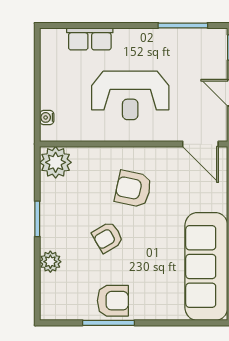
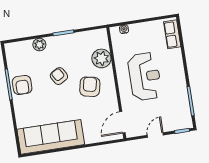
row of seats: (90, 39) -> (172, 34), moved
reception desk: (130, 95) -> (145, 76), turned 180
plant: (56, 162) -> (101, 58), moved

